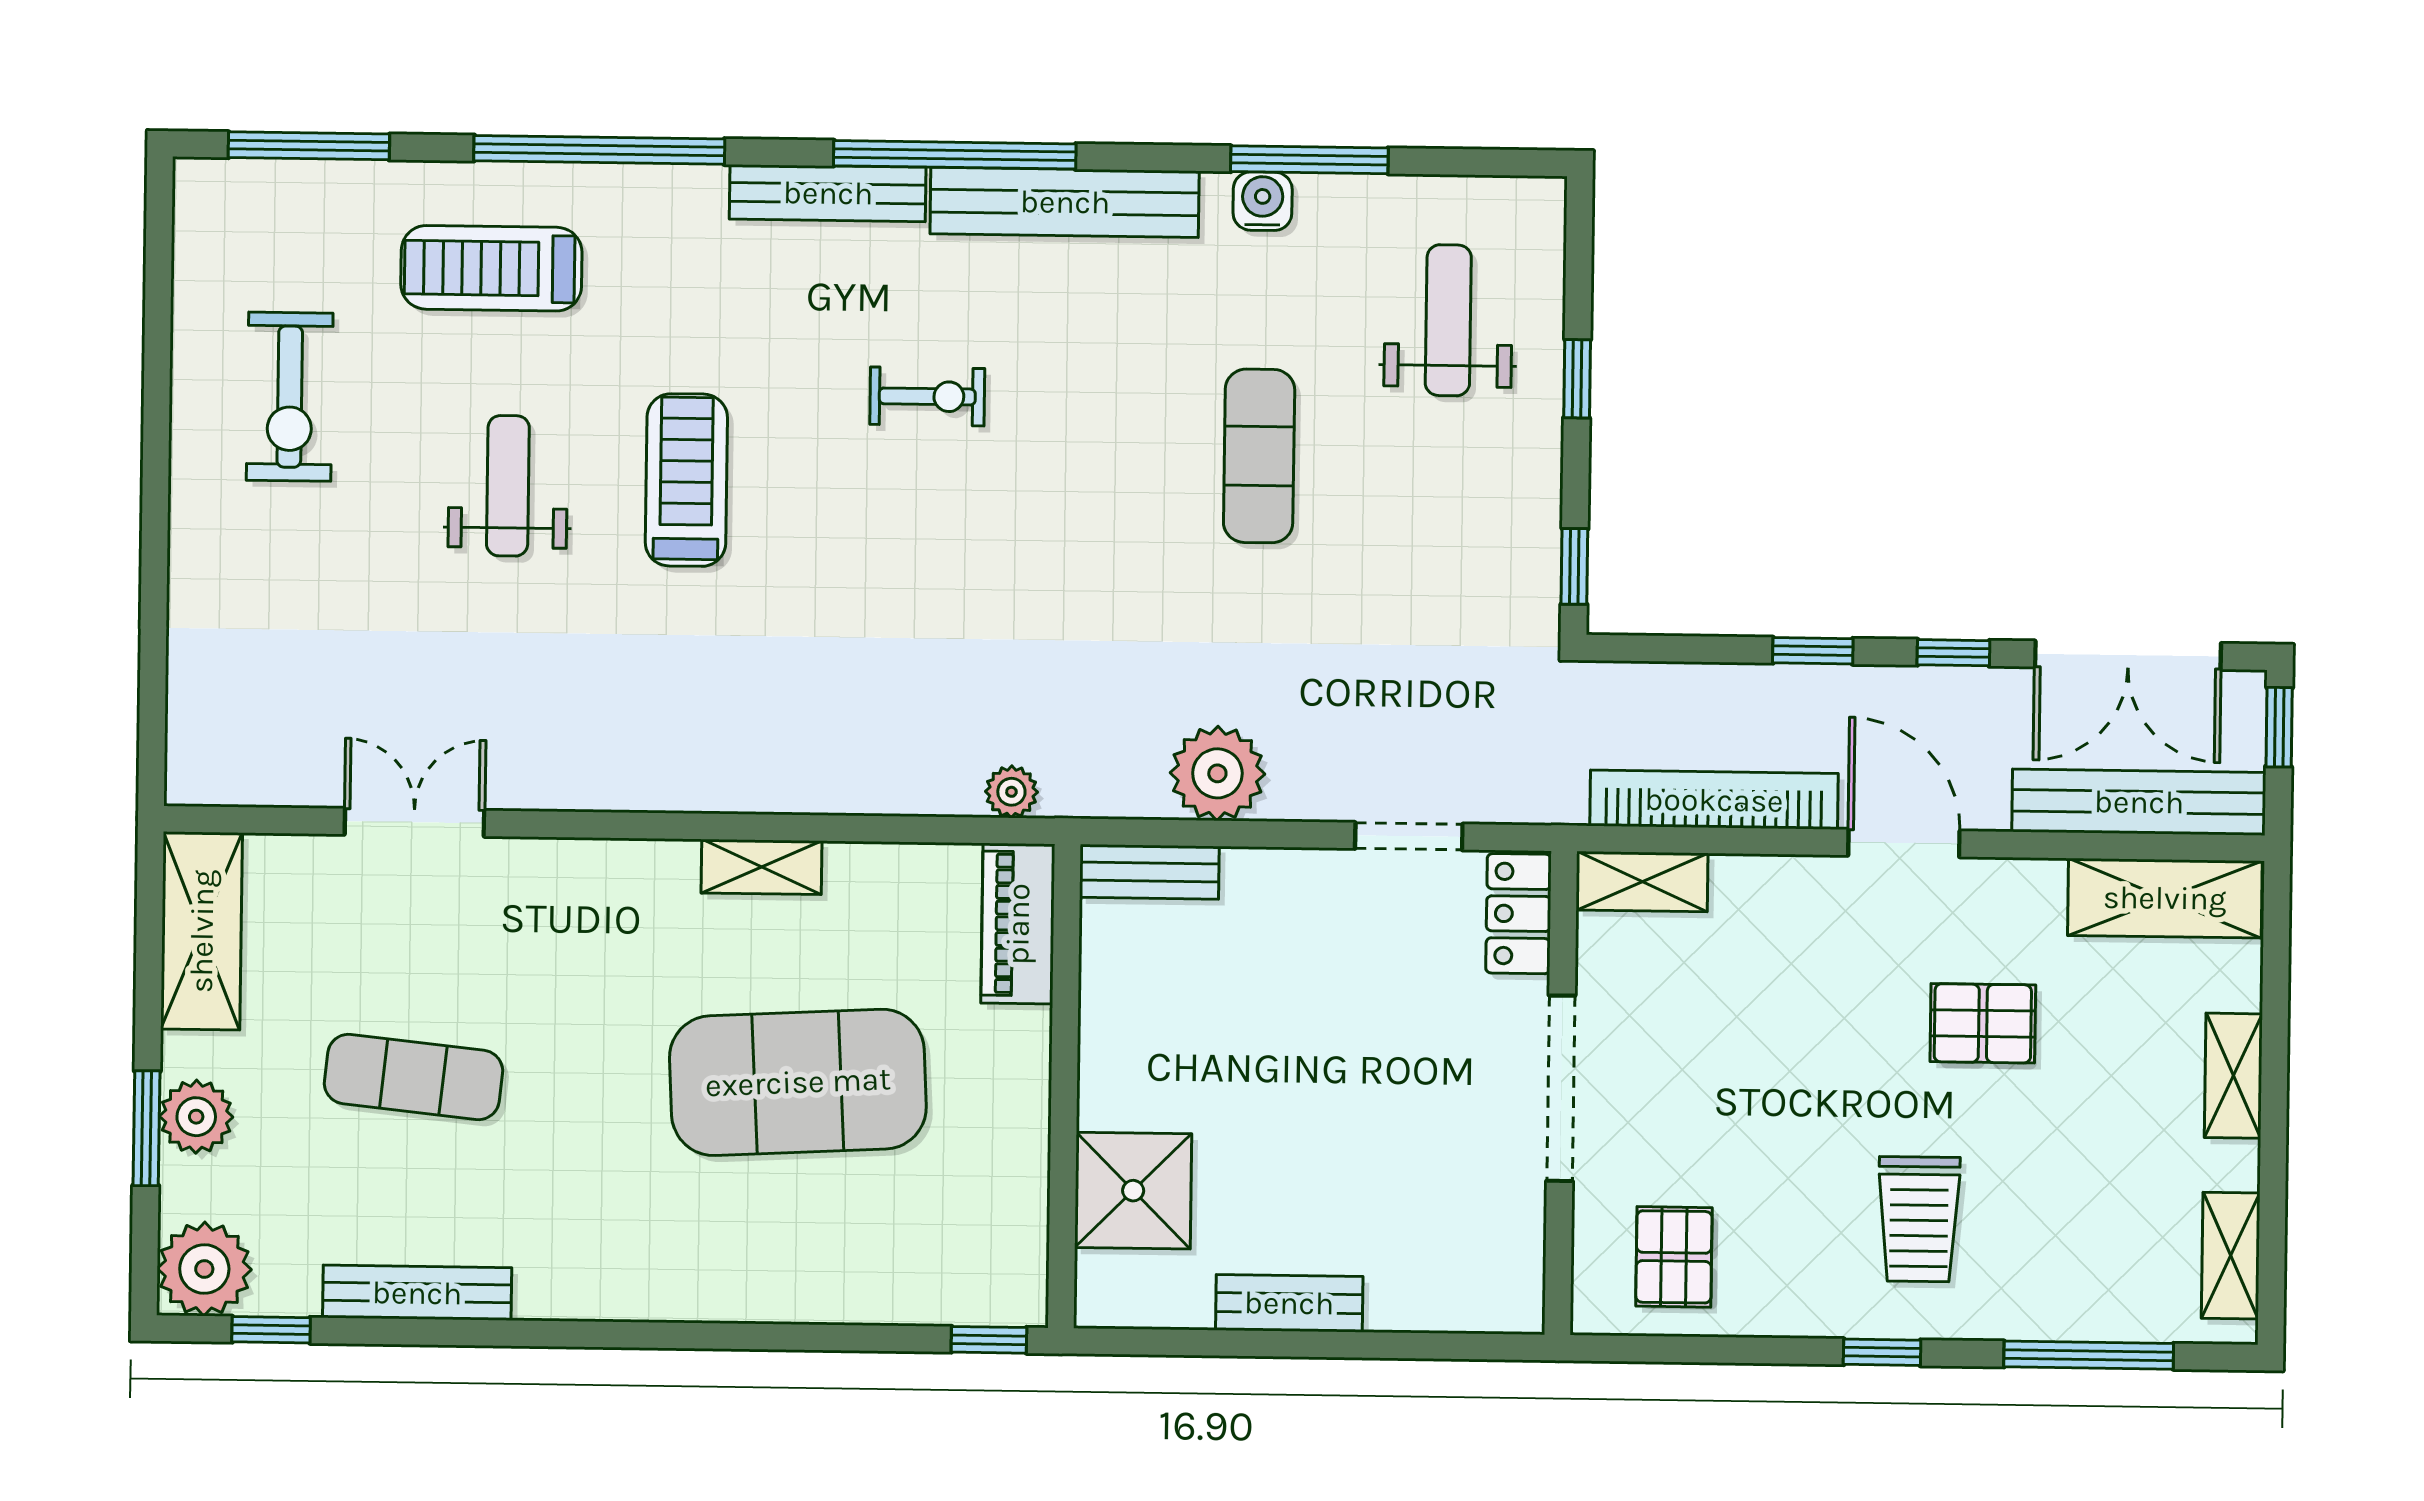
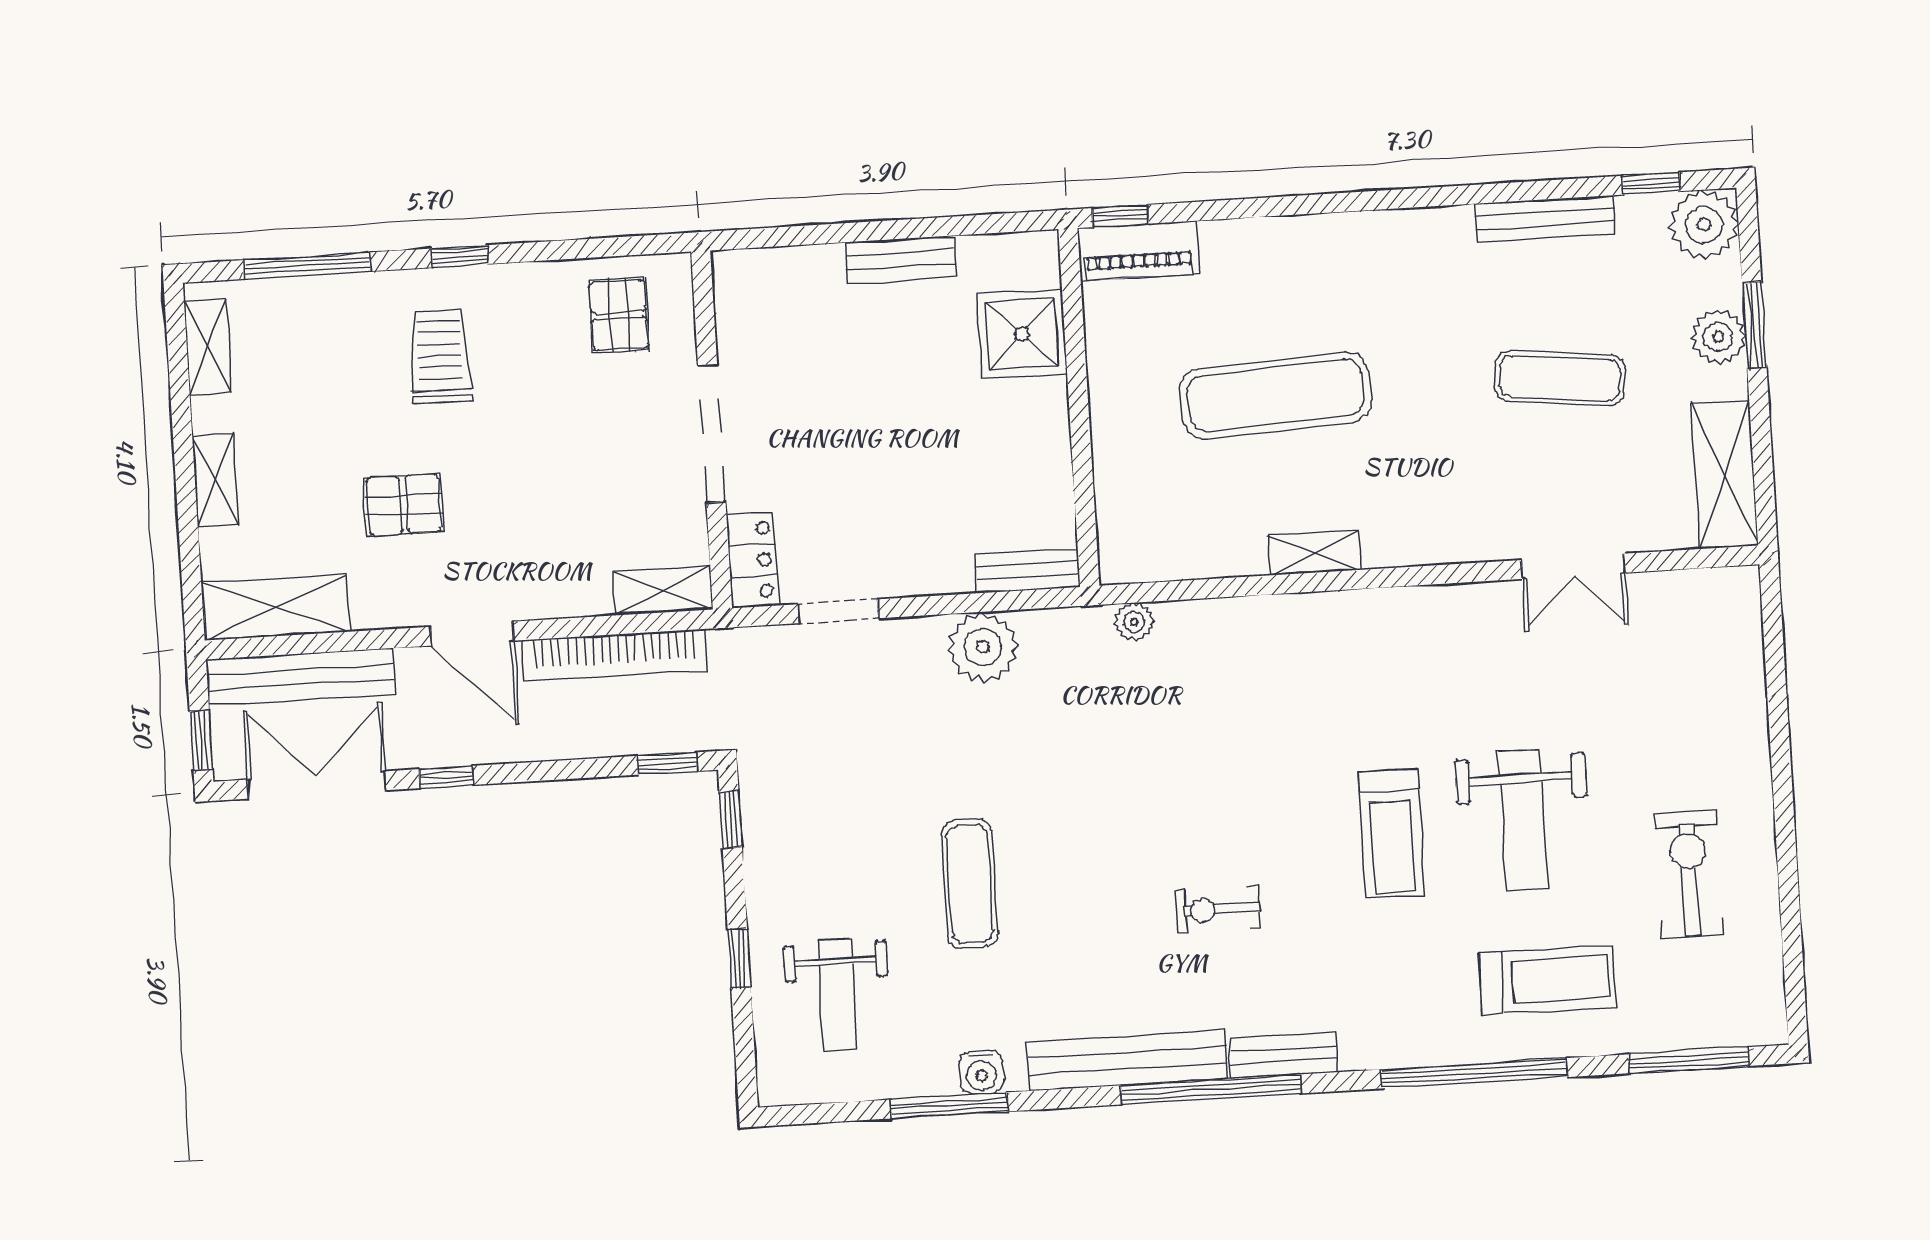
bench: (828, 193) -> (1284, 1055), width x0.73
weight bench: (508, 486) -> (1523, 820), width x1.36, depth x1.33
window: (1813, 651) -> (667, 763), moved
piano: (1018, 924) -> (1138, 251), moved, turned 90
exercise mat: (798, 1082) -> (1276, 395), width x0.68

